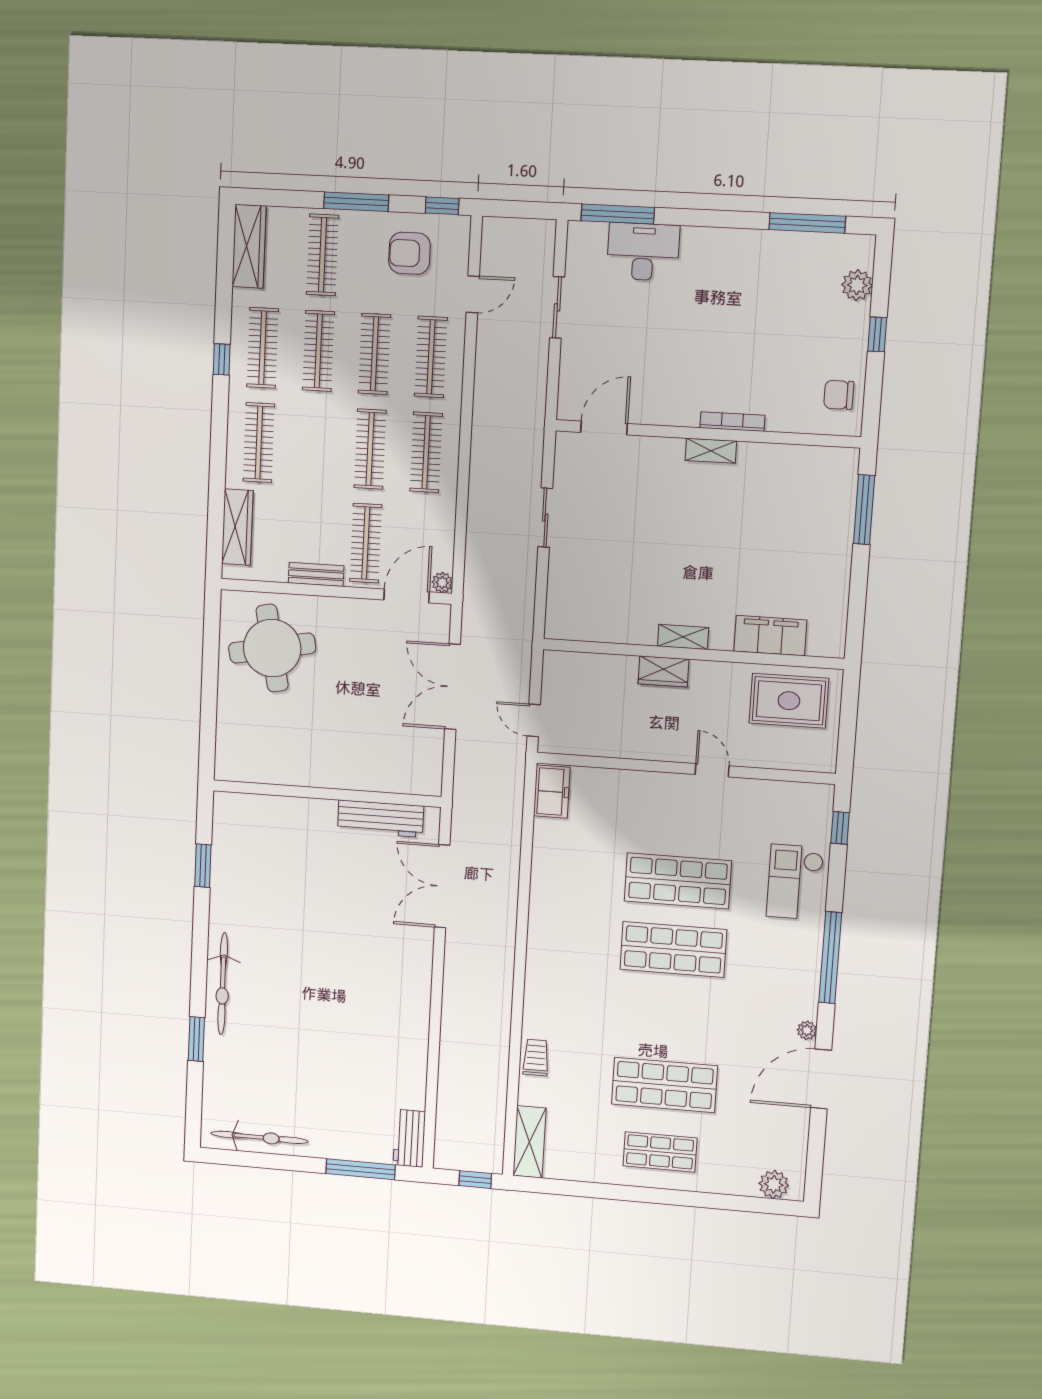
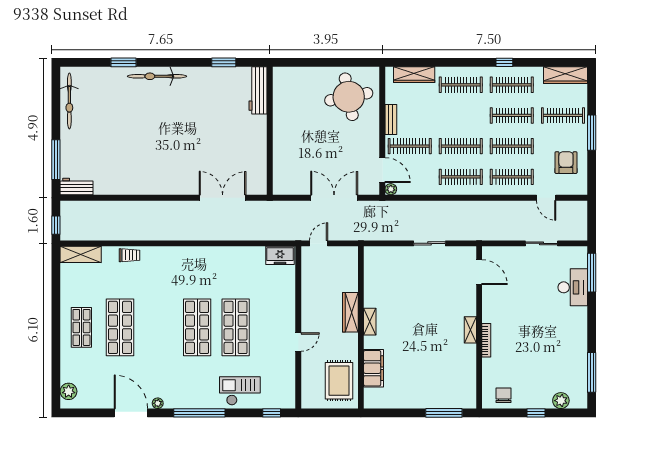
window: (442, 206) -> (592, 179), removed
wardrobe: (663, 671) -> (350, 312), width x1.50
workbench: (381, 819) -> (258, 90), moved

